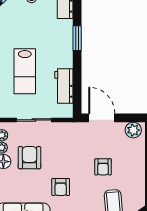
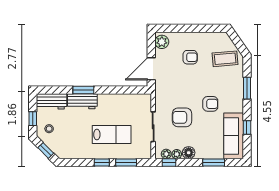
workbench: (64, 86) -> (82, 101), moved
armchair: (30, 158) -> (182, 117), moved
armchair: (103, 167) -> (190, 57), moved

